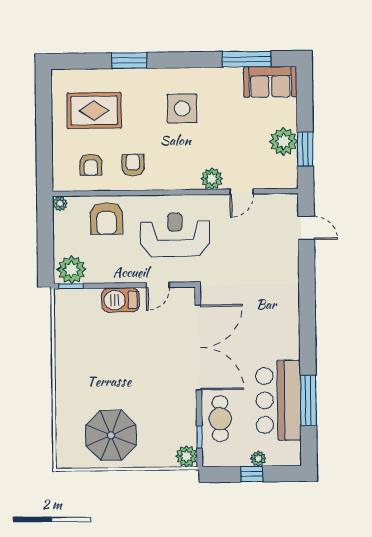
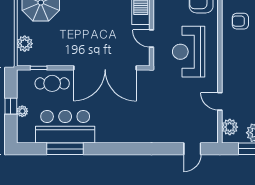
armchair: (133, 165) -> (240, 21), turned 180
plant: (212, 179) -> (230, 127), moved
reception desk: (175, 235) -> (189, 52), turned 180
plant: (186, 456) -> (25, 44), moved

